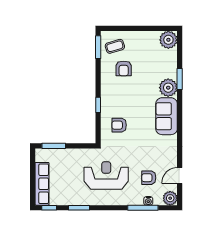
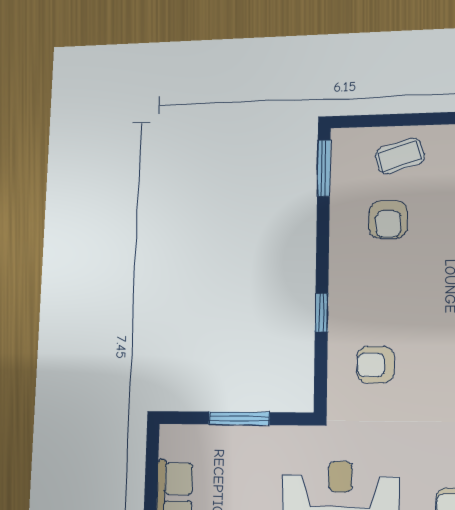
coffee table: (115, 46) -> (400, 156), moved
window: (54, 146) -> (239, 418), moved

